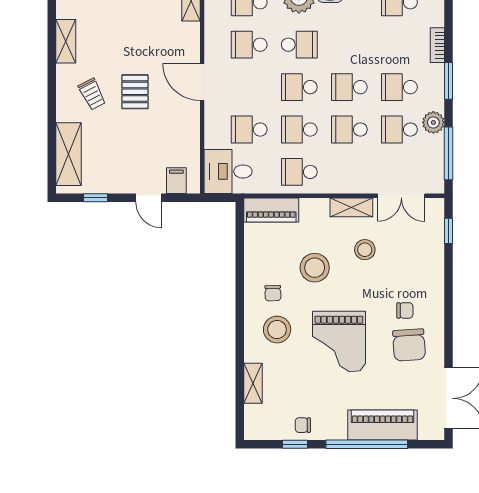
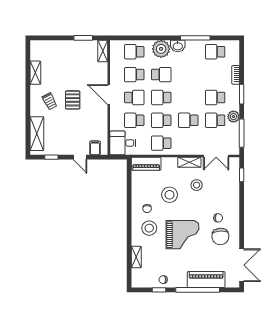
school desk: (349, 87) -> (134, 97), moved, turned 180
grand piano: (339, 342) -> (183, 235), turned -90

